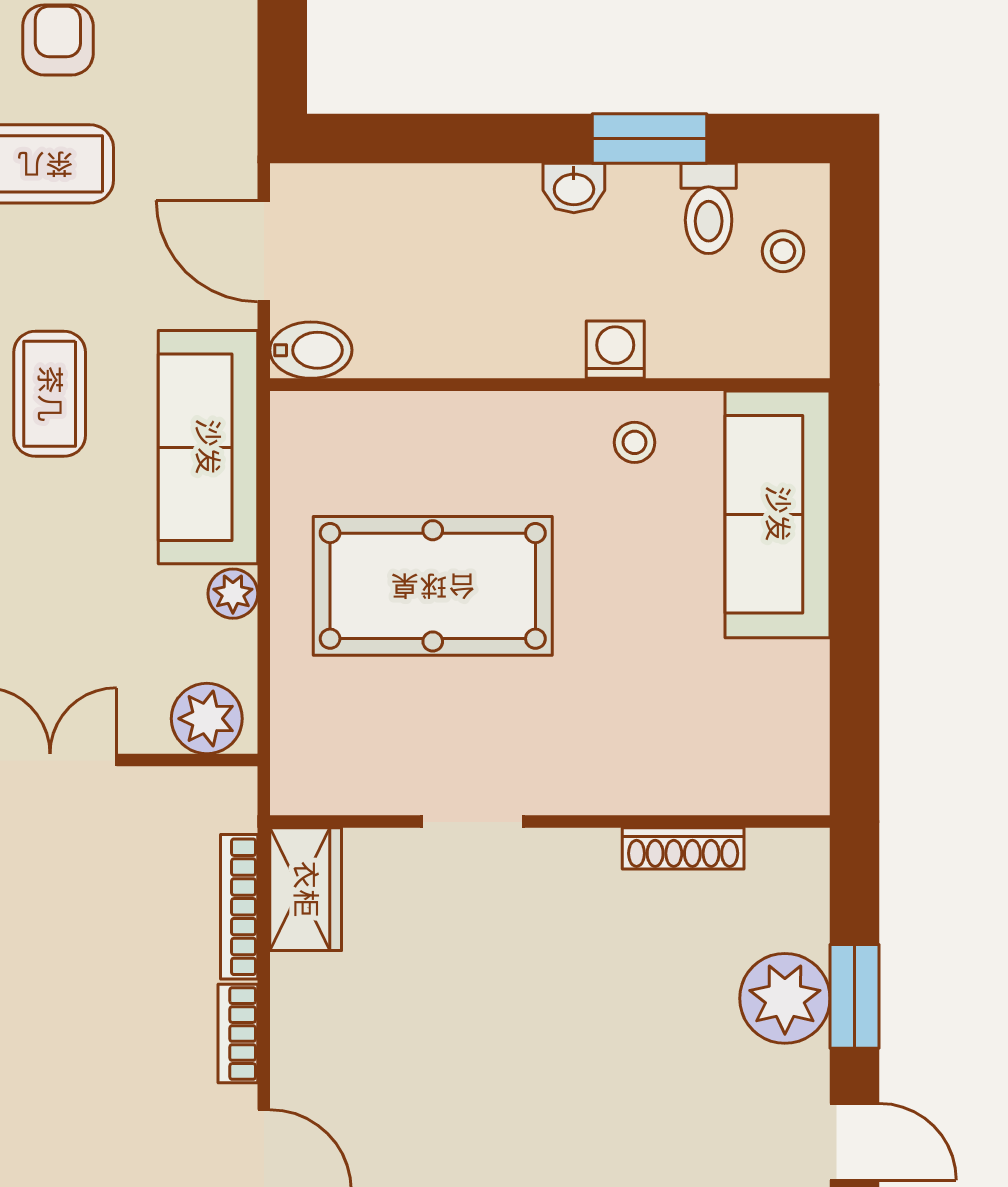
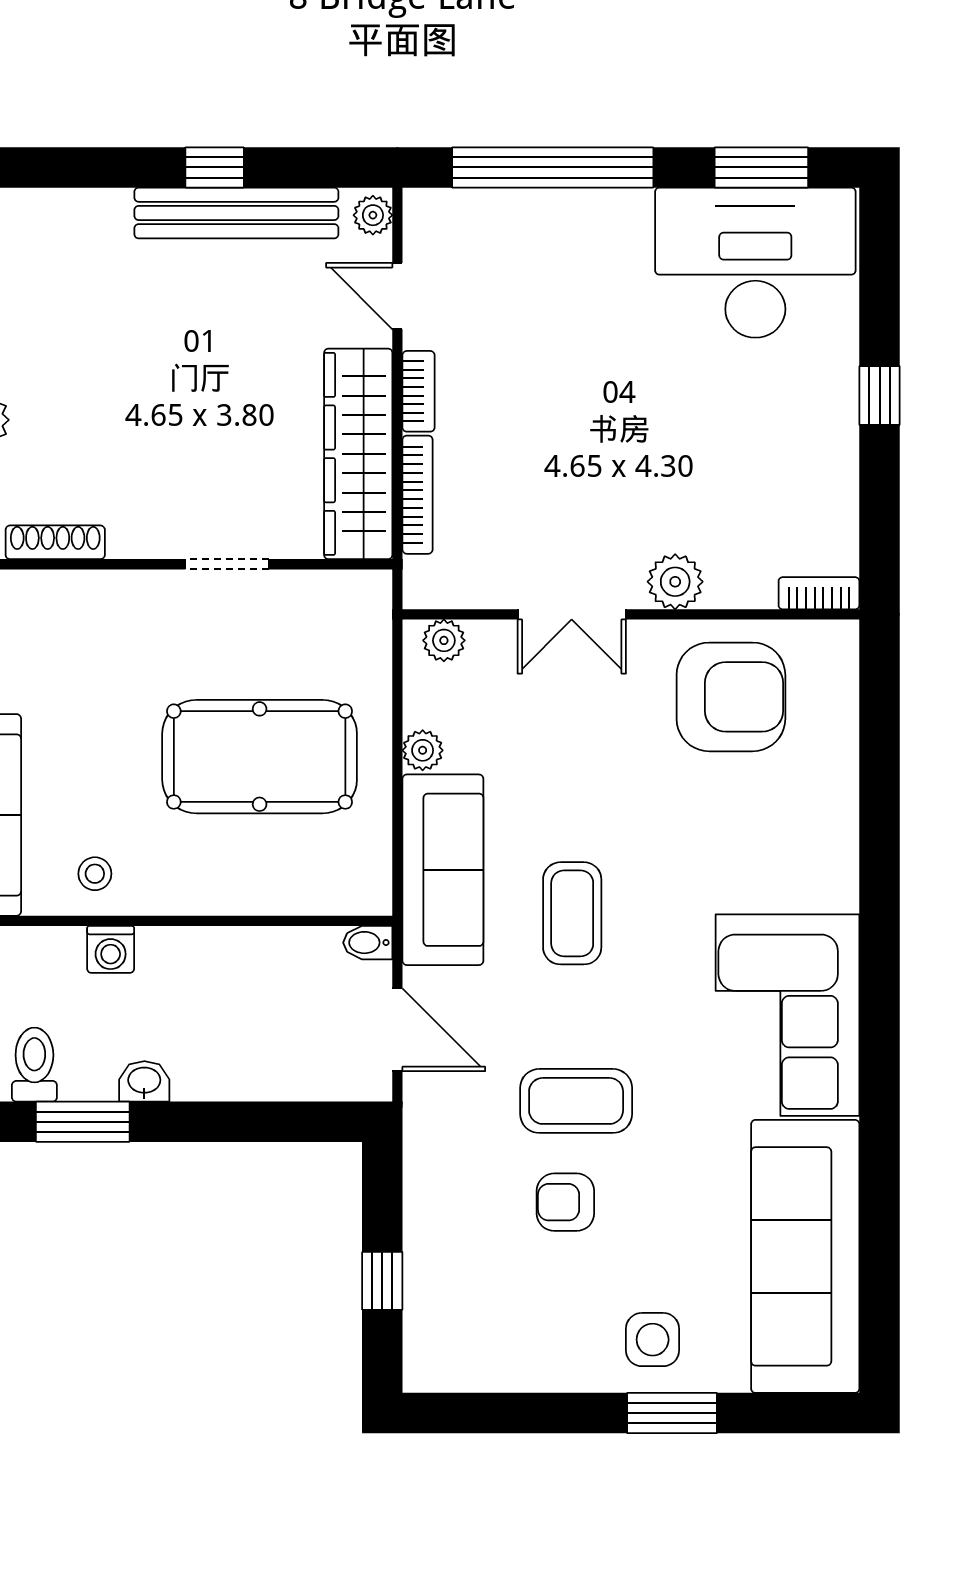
armchair: (58, 40) -> (565, 1202), turned 90
bidet: (311, 350) -> (368, 943), width x0.72, depth x0.74
plant: (207, 719) -> (444, 640), width x0.73, depth x0.73
wardrobe: (306, 889) -> (358, 454), width x2.10, depth x1.17

